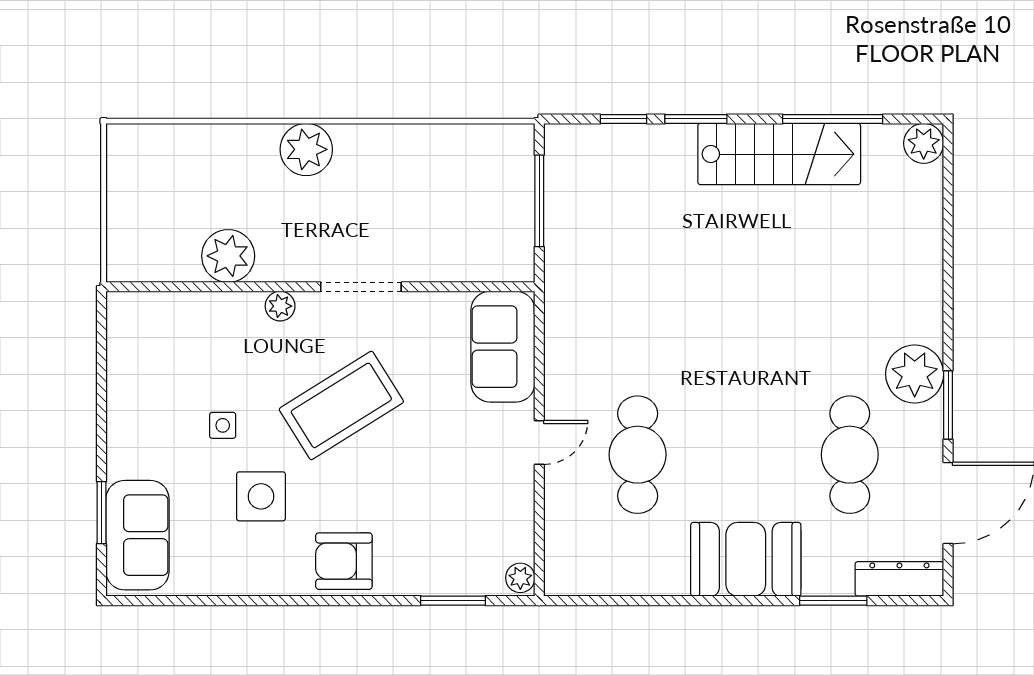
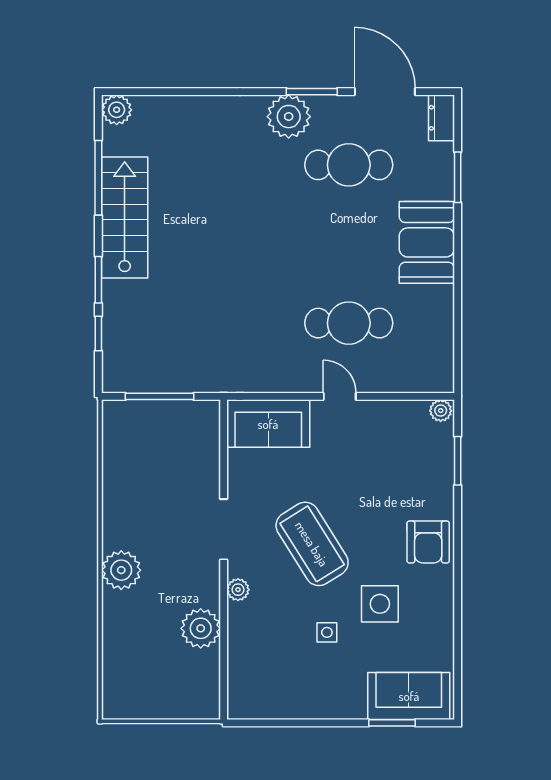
dresser: (899, 579) -> (441, 118), width x0.70

